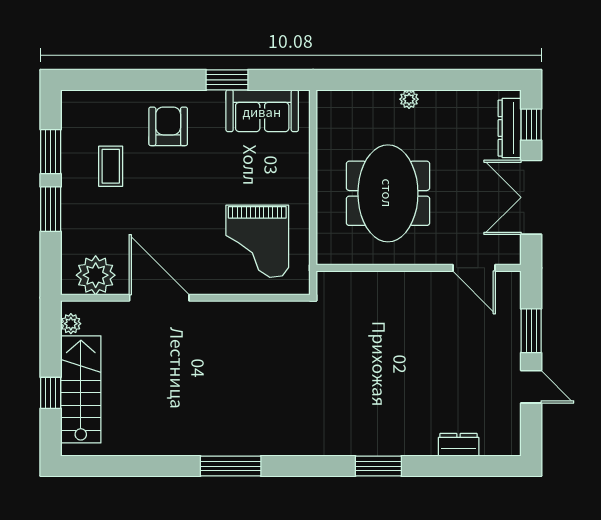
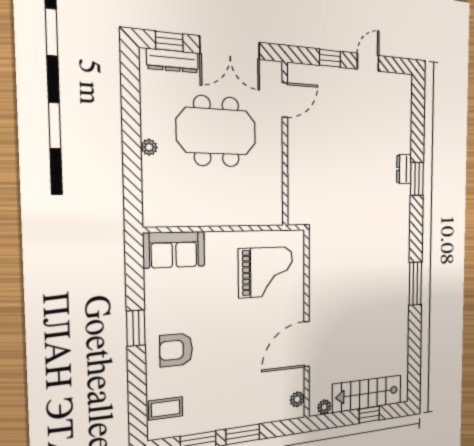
window: (227, 80) -> (136, 328), moved
sofa: (262, 111) -> (174, 250), moved, turned 90
coffee table: (111, 166) -> (166, 408), moved
meeting table: (388, 193) -> (217, 131), moved
plant: (96, 275) -> (297, 399), width x0.53, depth x0.53
window: (531, 331) -> (330, 58), width x0.67
dresser: (459, 445) -> (404, 169), moved

